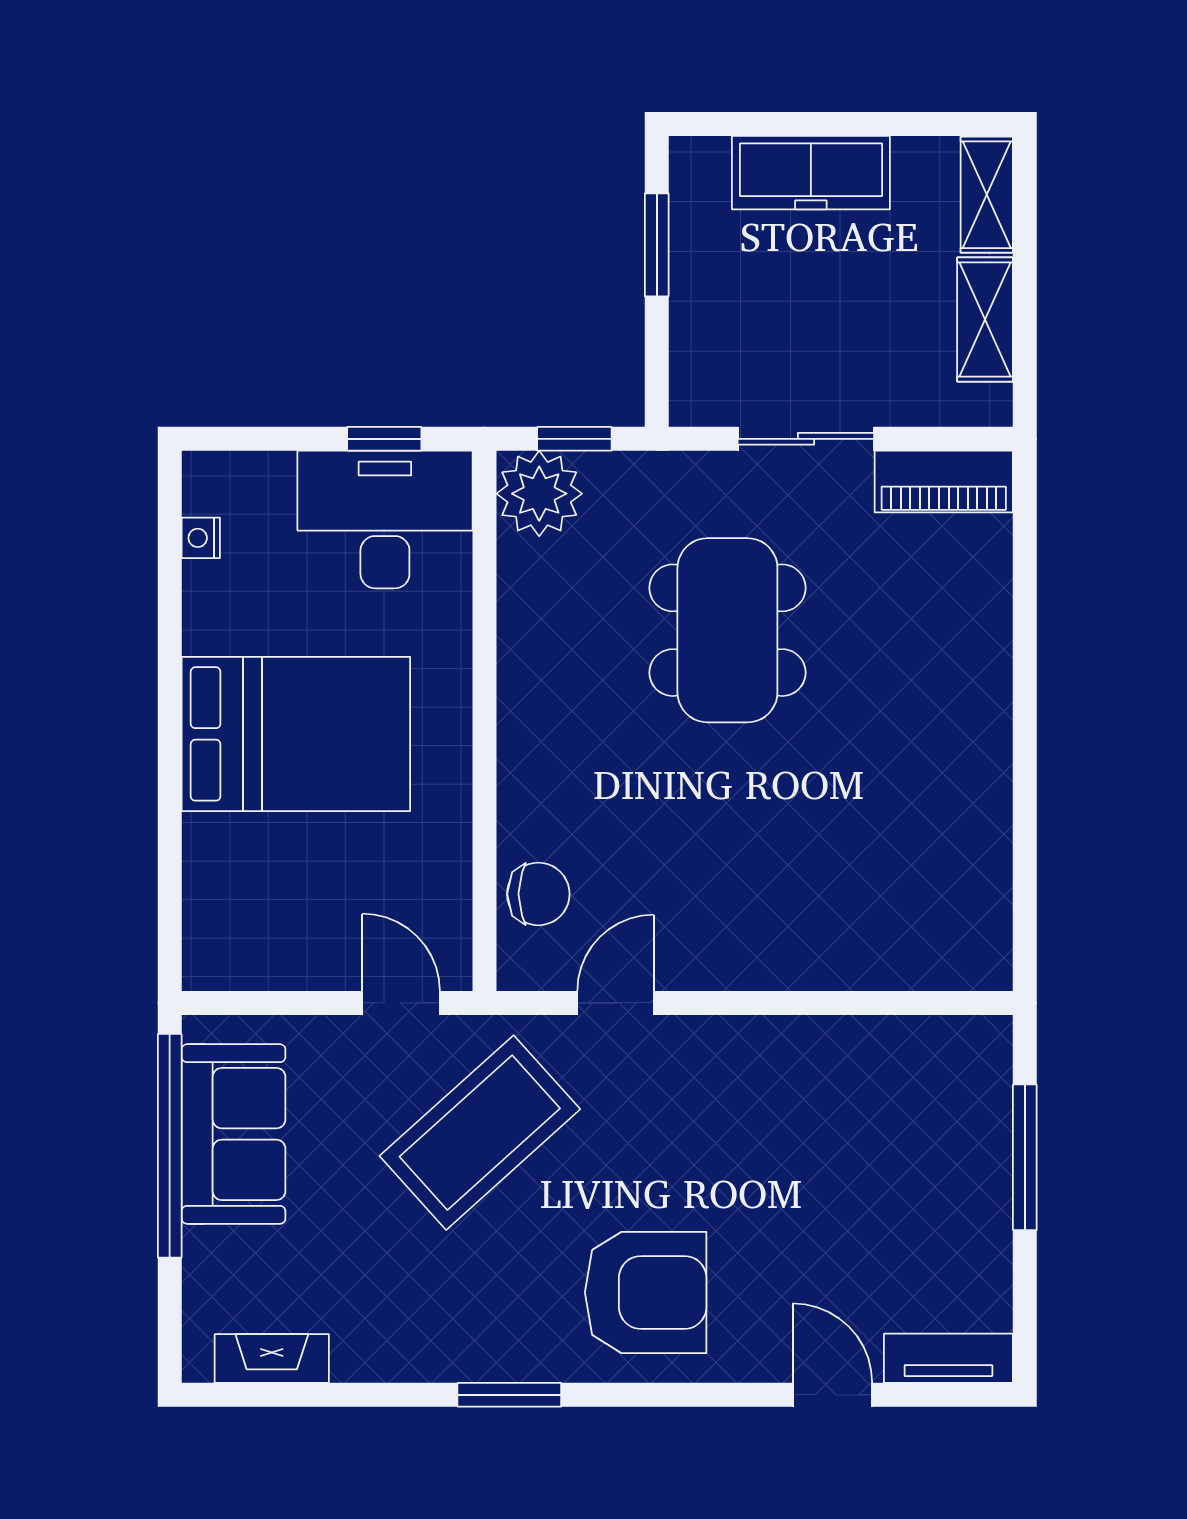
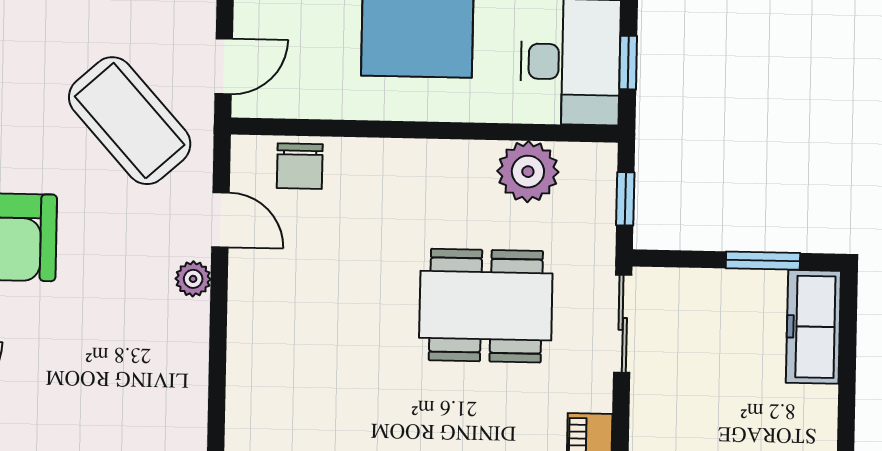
freezer: (811, 173) -> (813, 327), moved
sliding door: (806, 439) -> (623, 324), moved
plant: (539, 494) -> (528, 172), moved
plant: (699, 1039) -> (193, 279), added

